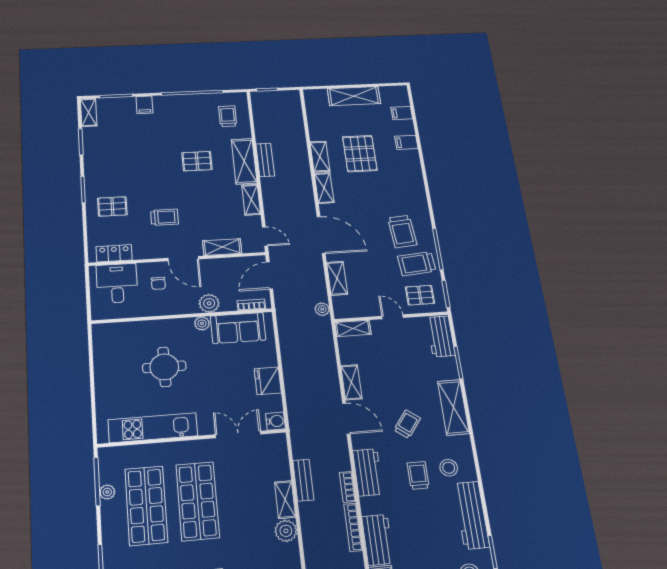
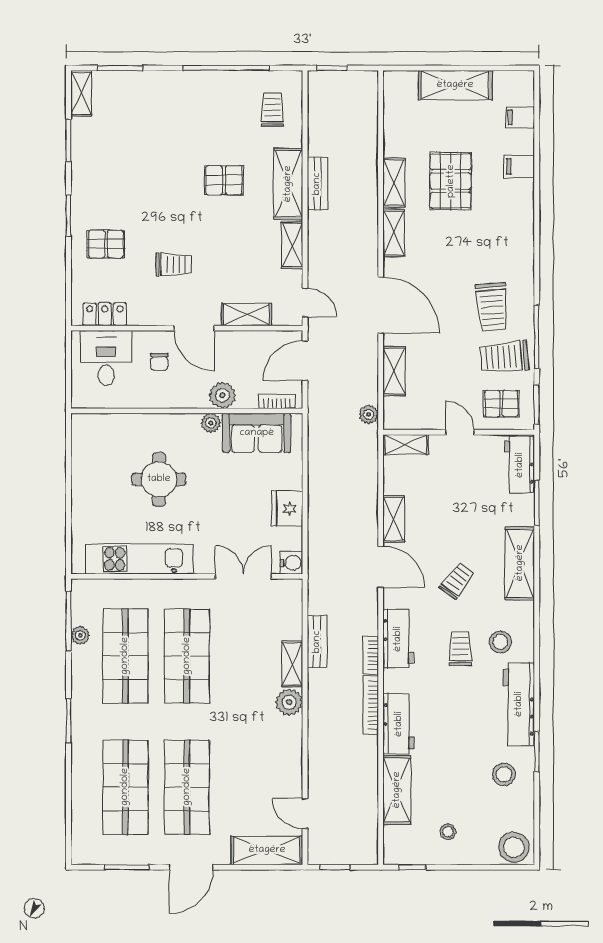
filing cabinet: (144, 105) -> (158, 85), removed

